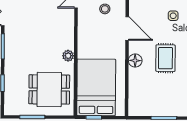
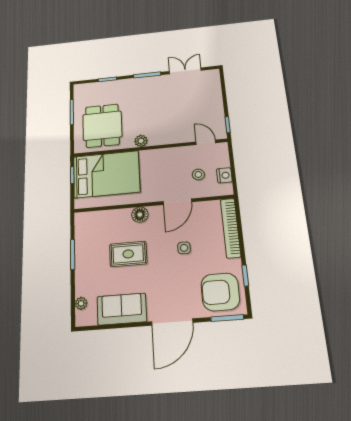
side table: (173, 16) -> (184, 248), moved
rug: (165, 58) -> (128, 254), moved

